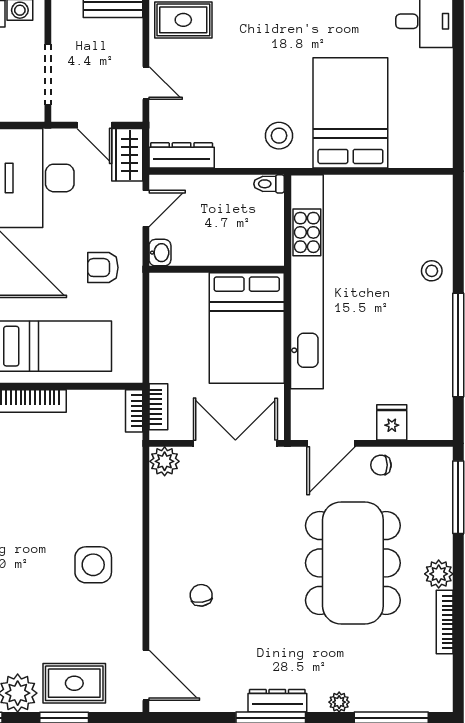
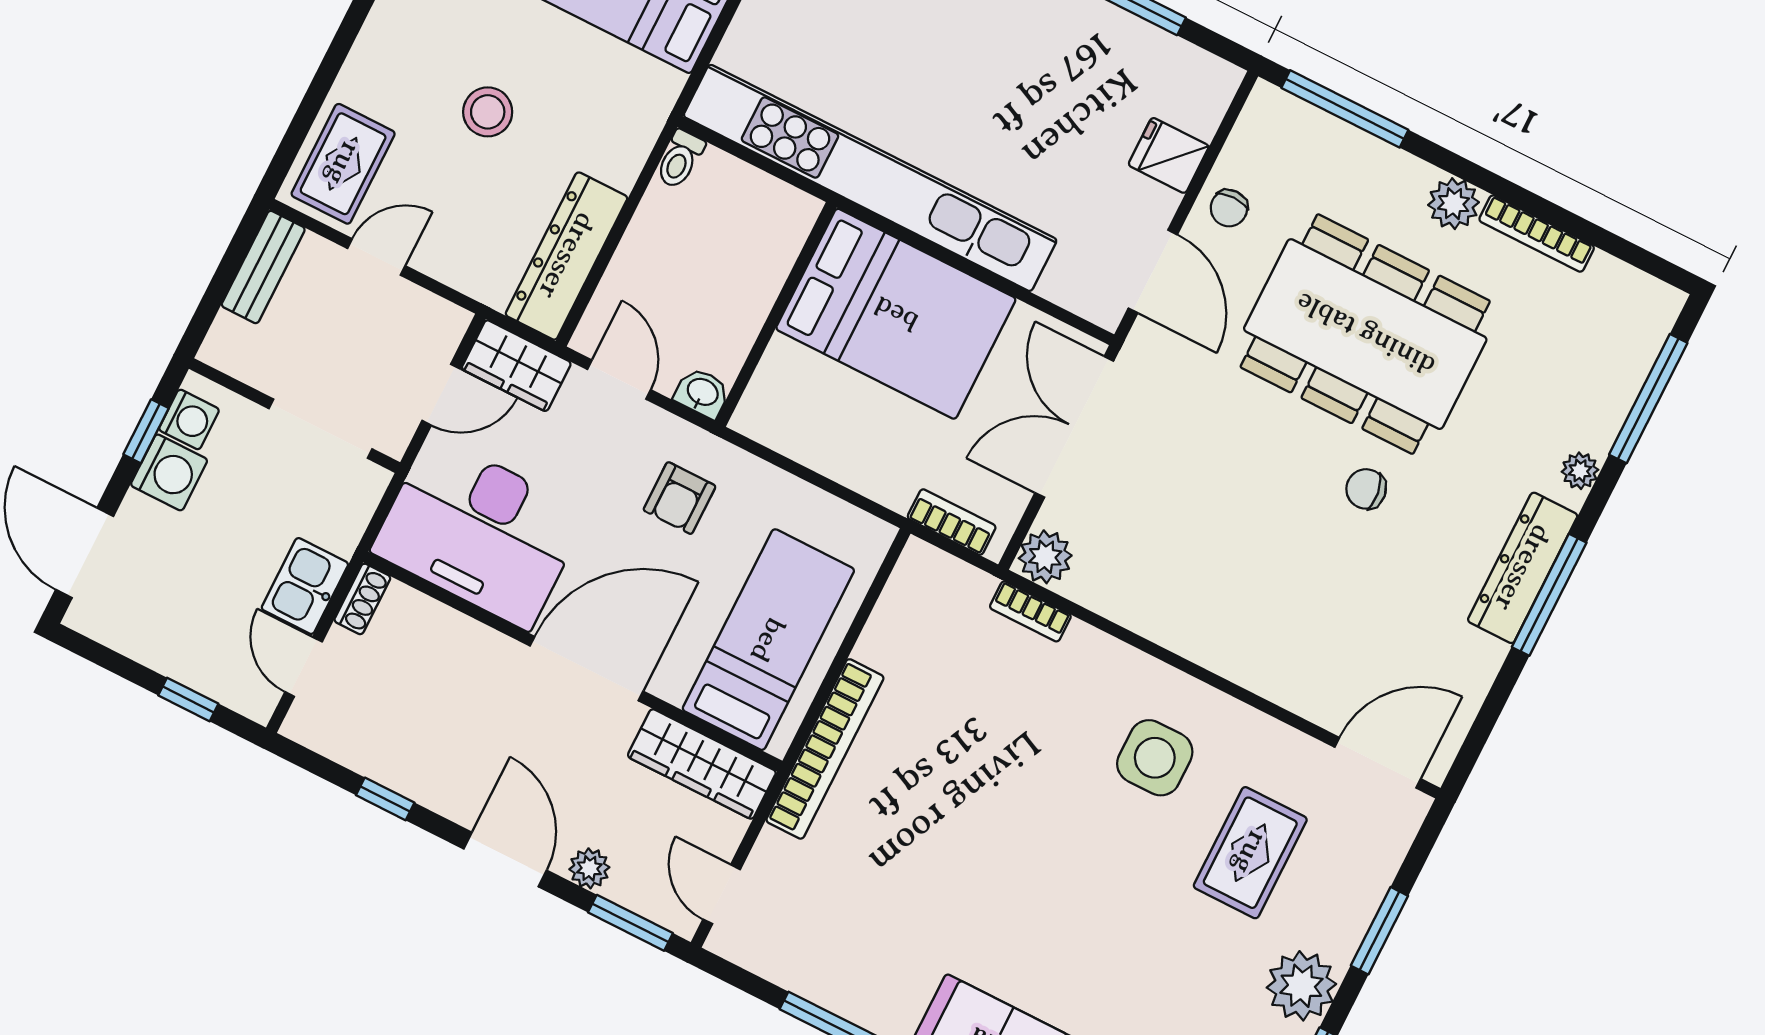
door: (146, 83) -> (376, 257), moved
stool: (279, 136) -> (488, 112), moved
dresser: (182, 155) -> (567, 256), width x1.37, depth x1.24
bookcase: (134, 411) -> (1030, 611), moved
chair: (201, 595) -> (1366, 489), moved
rug: (74, 683) -> (1250, 853), moved
dresser: (277, 701) -> (1523, 568), width x1.37, depth x1.24

